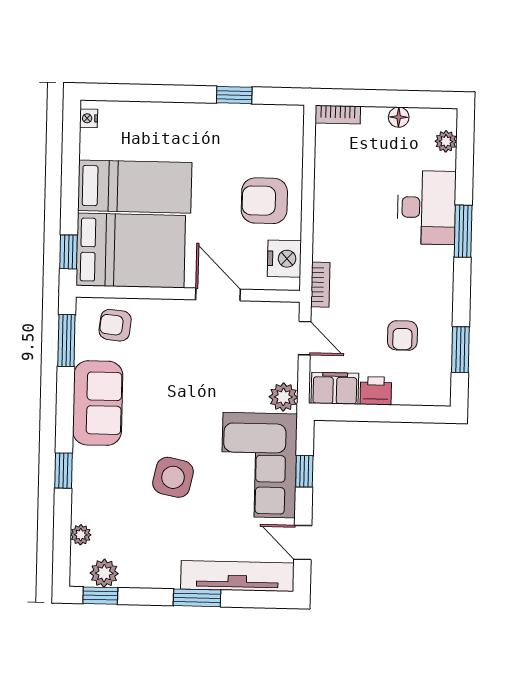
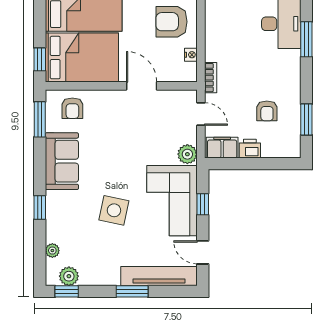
nightstand: (284, 259) -> (191, 55), width x0.53, depth x0.56
armchair: (115, 325) -> (72, 108), turned -96

